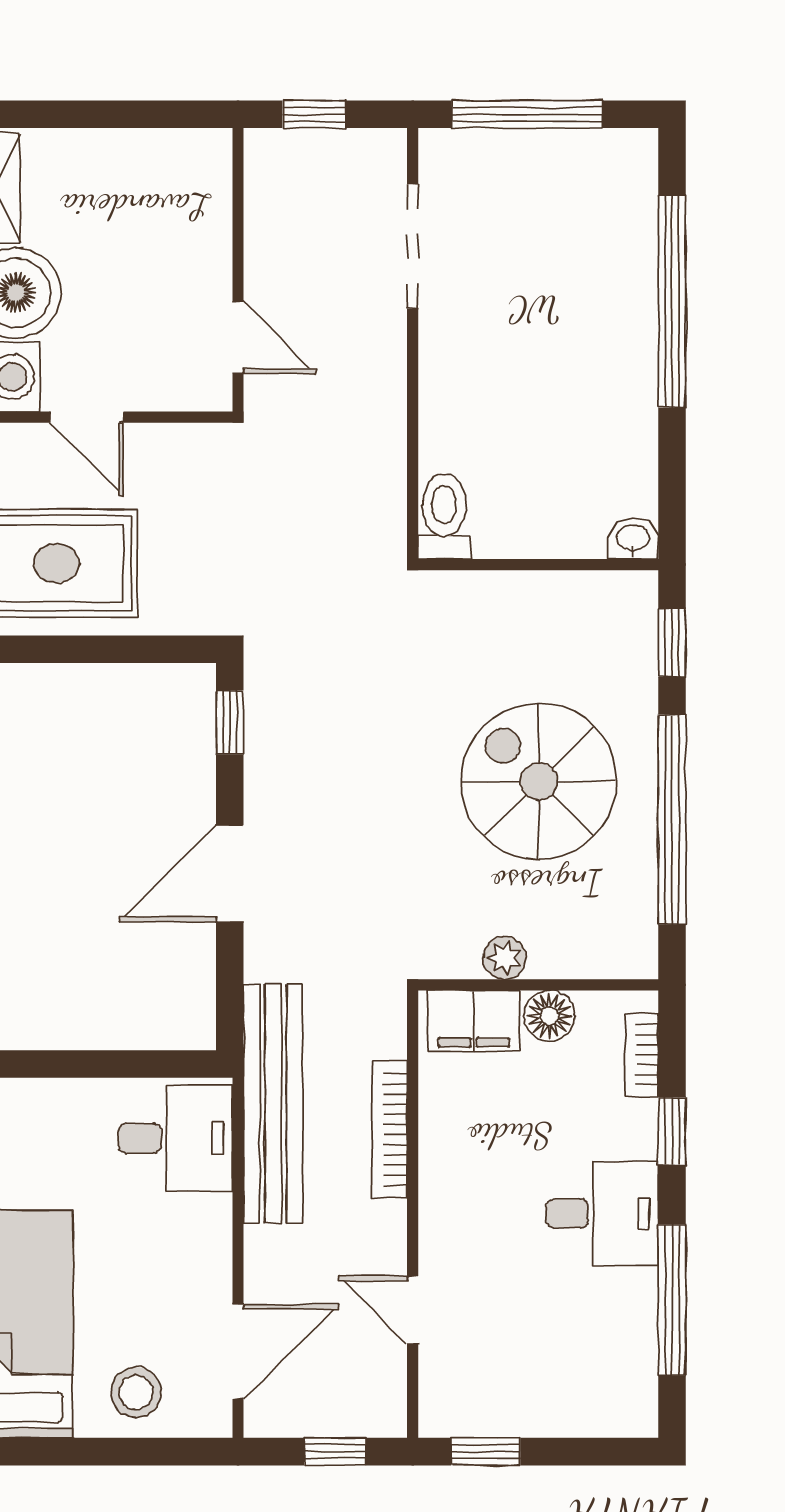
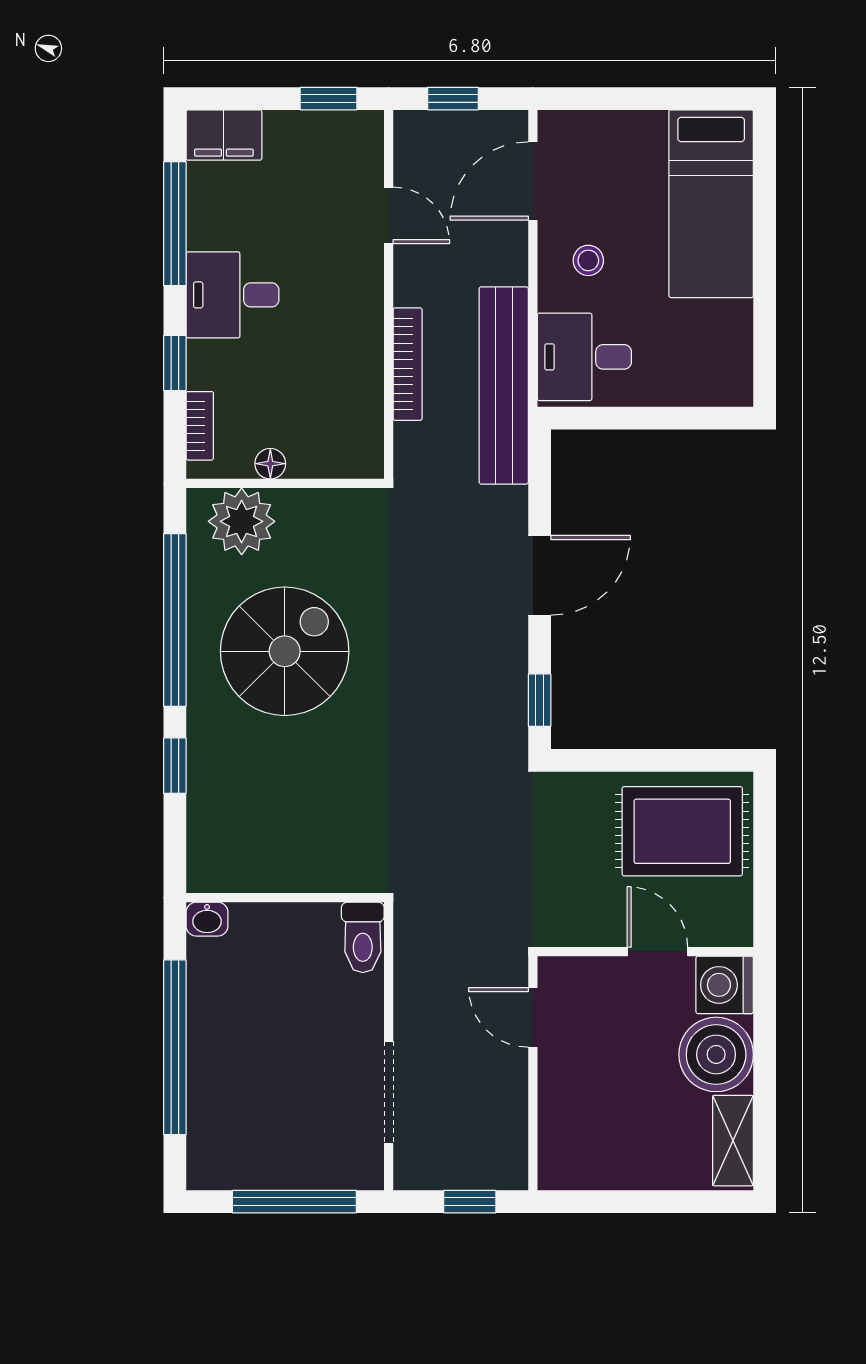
toilet: (444, 516) -> (363, 937), moved
washbasin: (633, 539) -> (207, 919), moved
wall: (538, 565) -> (285, 898), moved
spiral stairs: (539, 781) -> (285, 651), turned -90
plant: (504, 958) -> (242, 521), moved, width x1.87, depth x1.87
floor lamp: (549, 1016) -> (270, 464), width x0.73, depth x0.73
filing cabinet: (474, 1021) -> (224, 135), moved, turned 180
stool: (136, 1392) -> (588, 260), moved, width x0.73, depth x0.73

